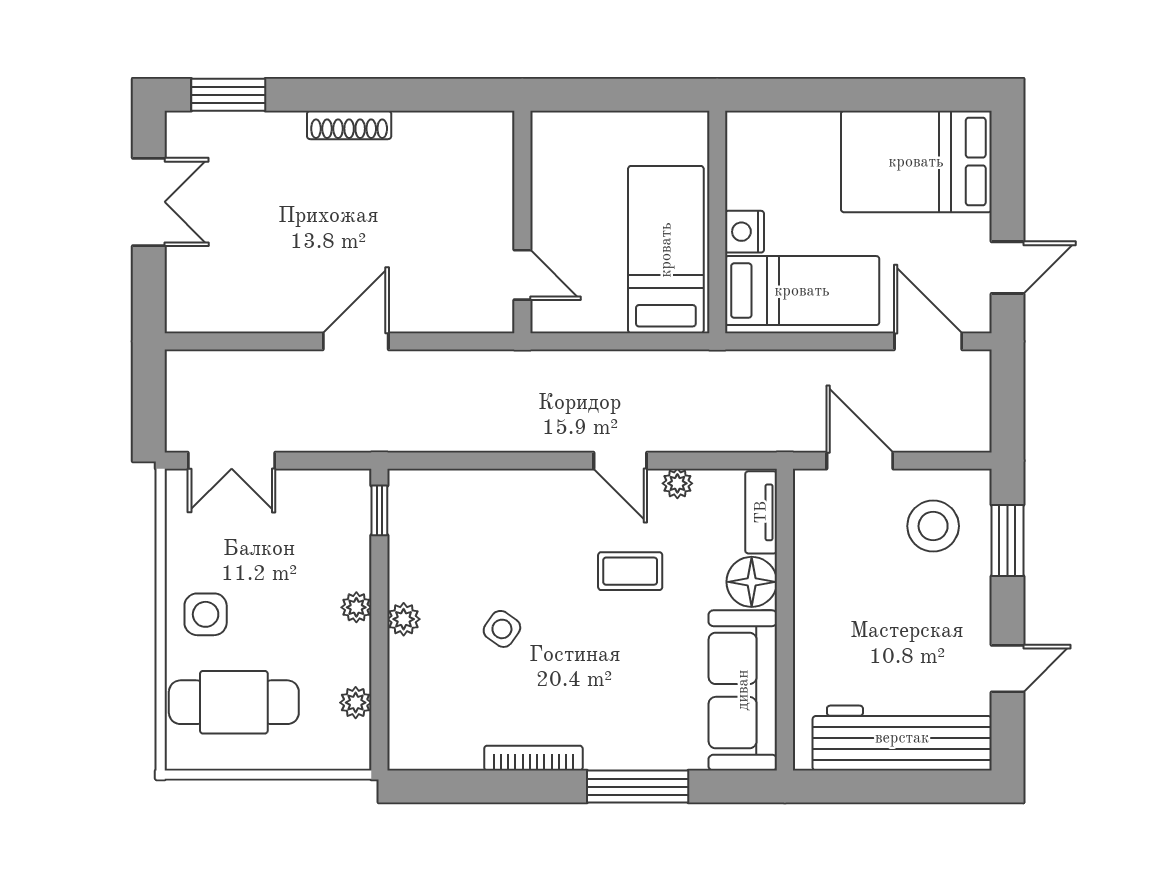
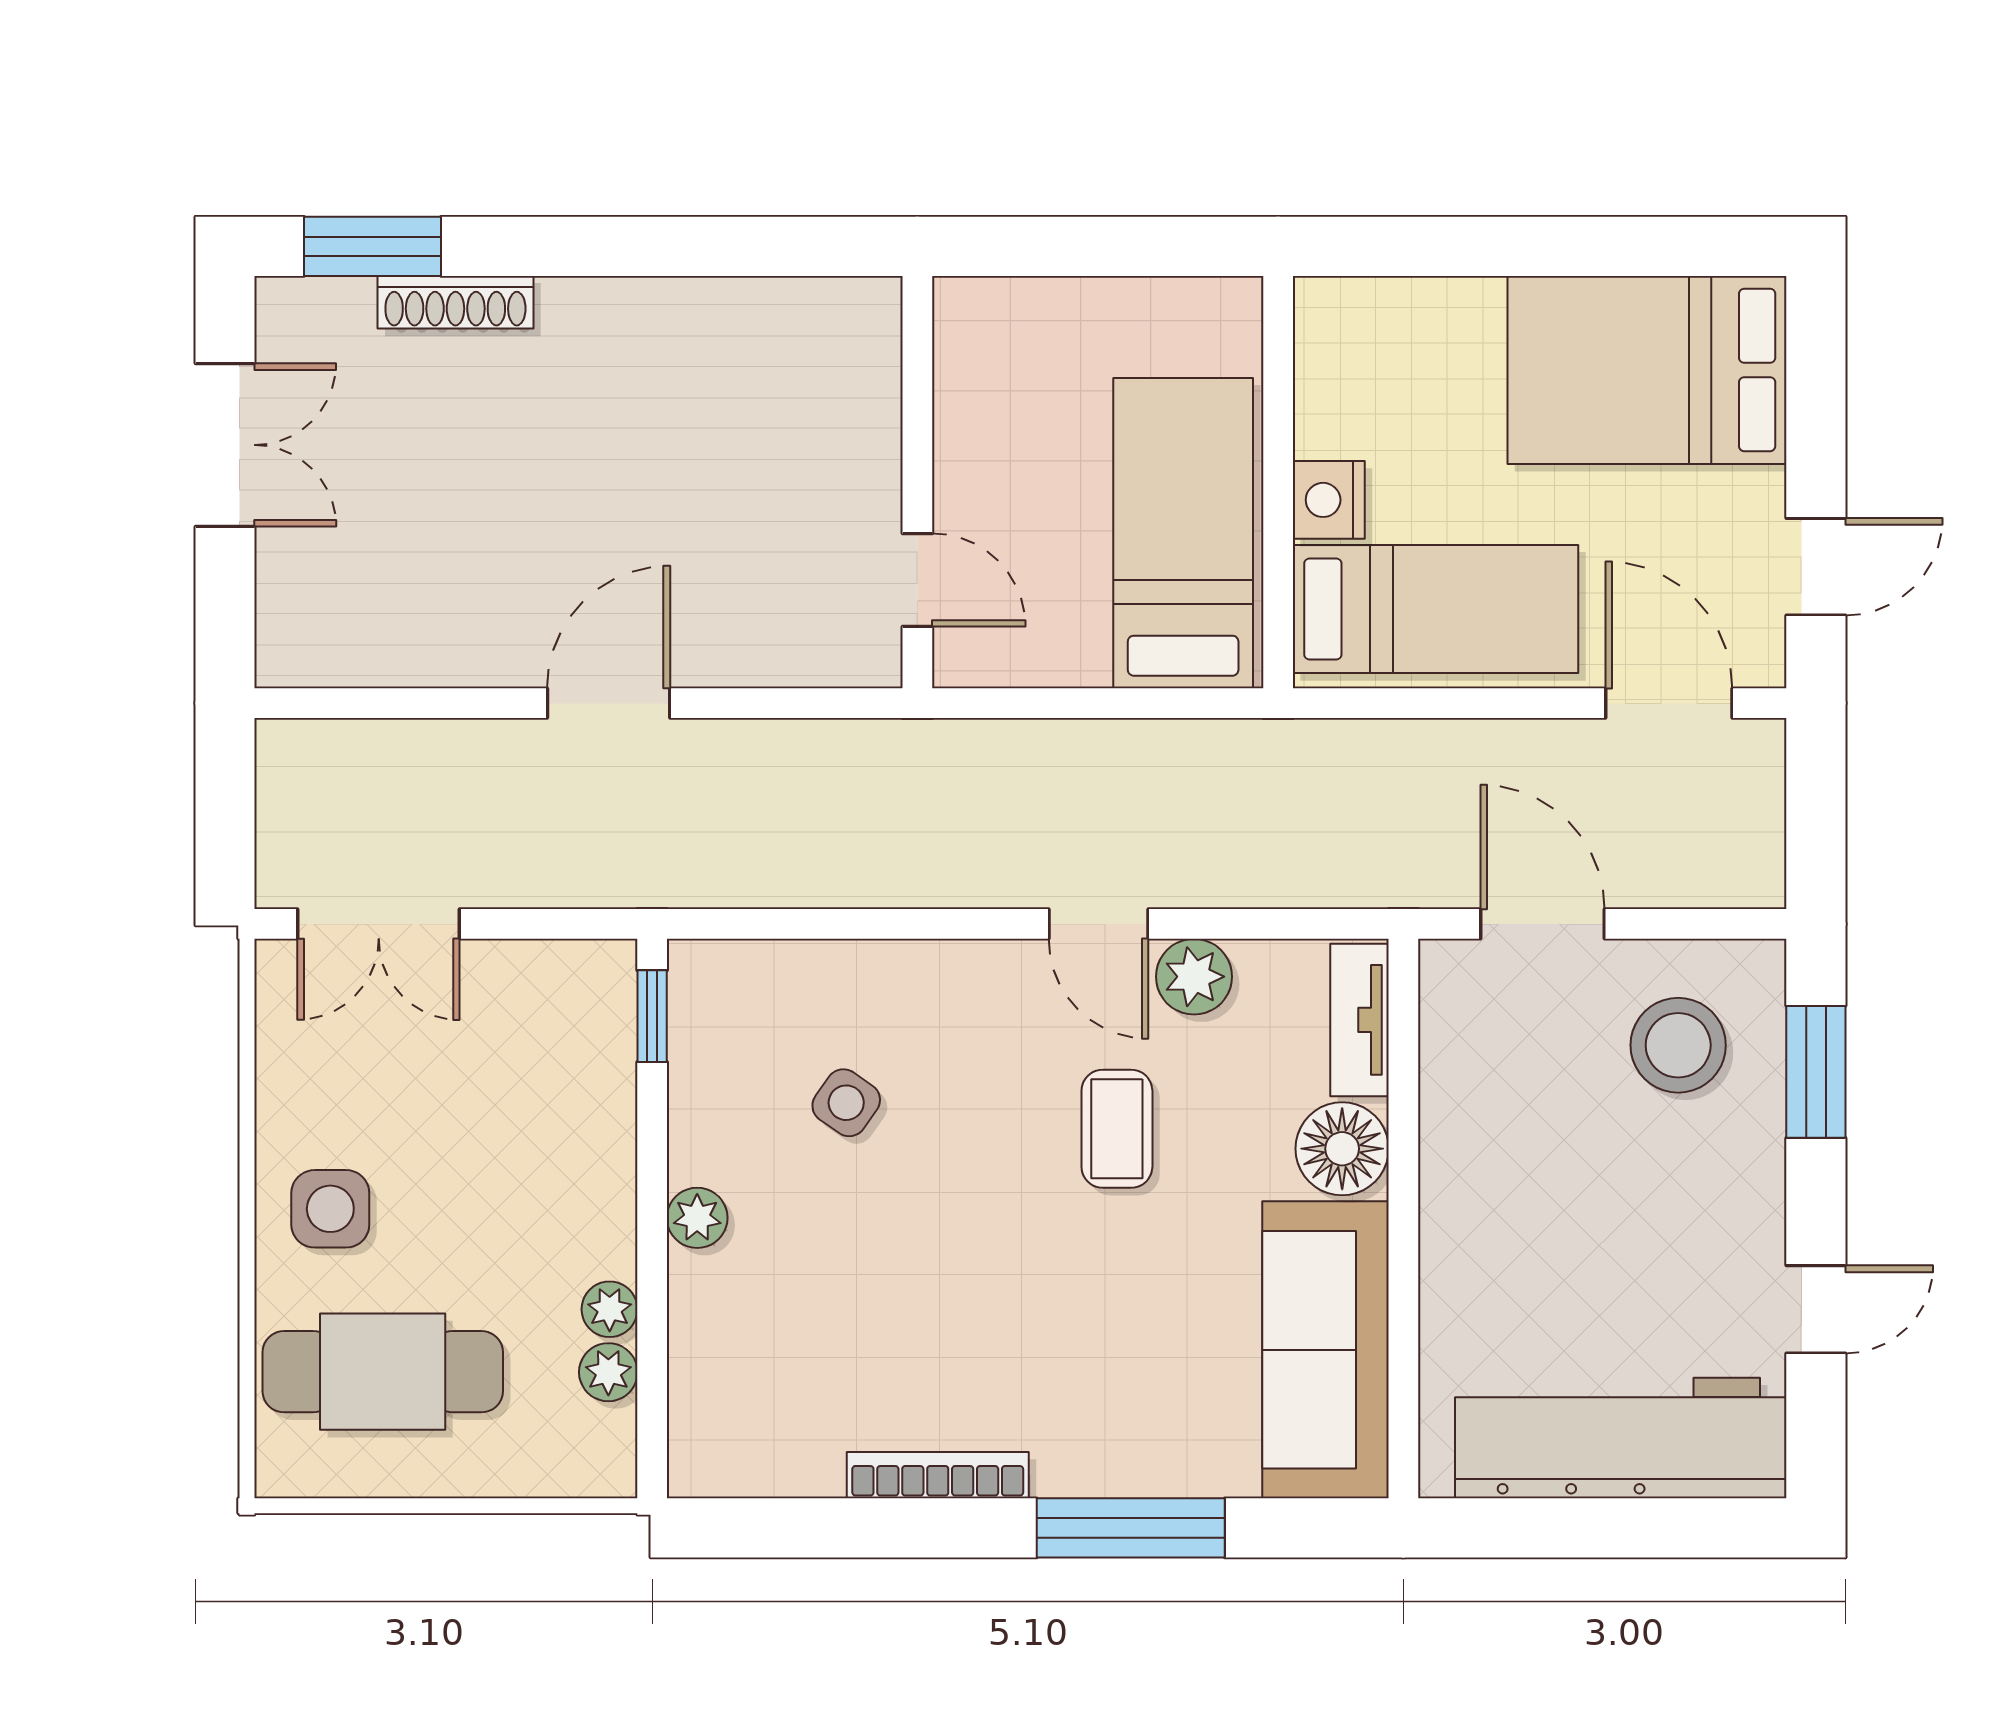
shoe rack: (349, 125) -> (455, 302), moved
plant: (677, 483) -> (1194, 977), width x1.38, depth x1.38
coffee table: (630, 571) -> (1117, 1129), turned 90
plant: (356, 607) -> (610, 1309), moved
side table: (502, 629) -> (846, 1103), moved

